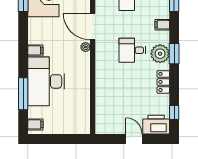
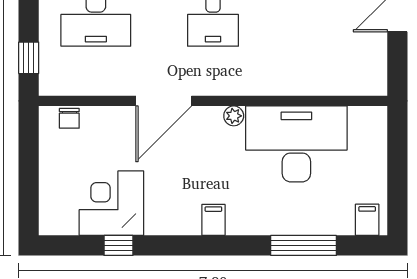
plant: (85, 47) -> (234, 116), moved
desk: (46, 81) -> (296, 144), moved, turned 180

